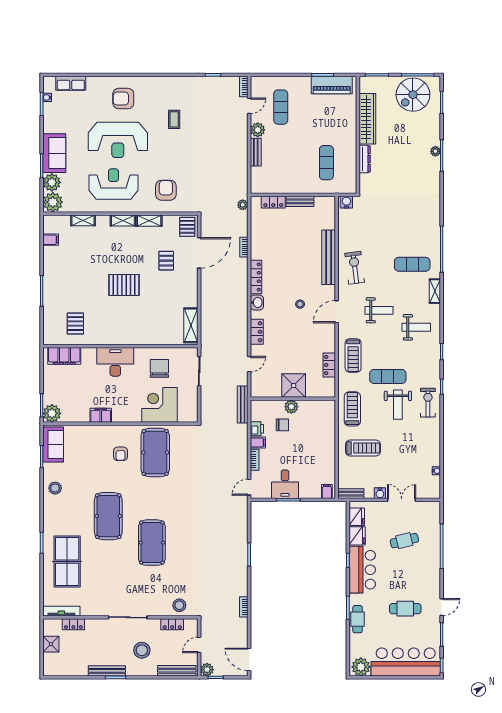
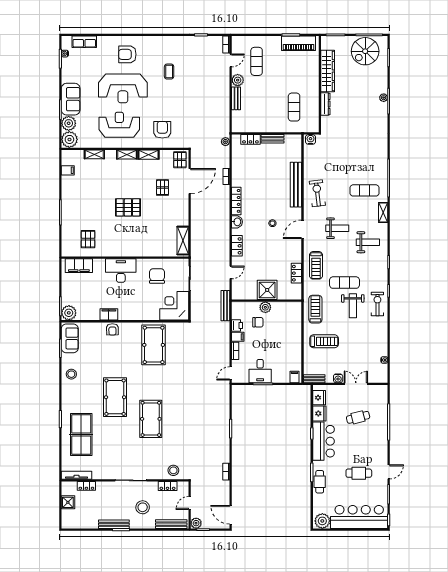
corner desk: (159, 405) -> (174, 306), moved
armchair: (120, 454) -> (112, 329), moved

